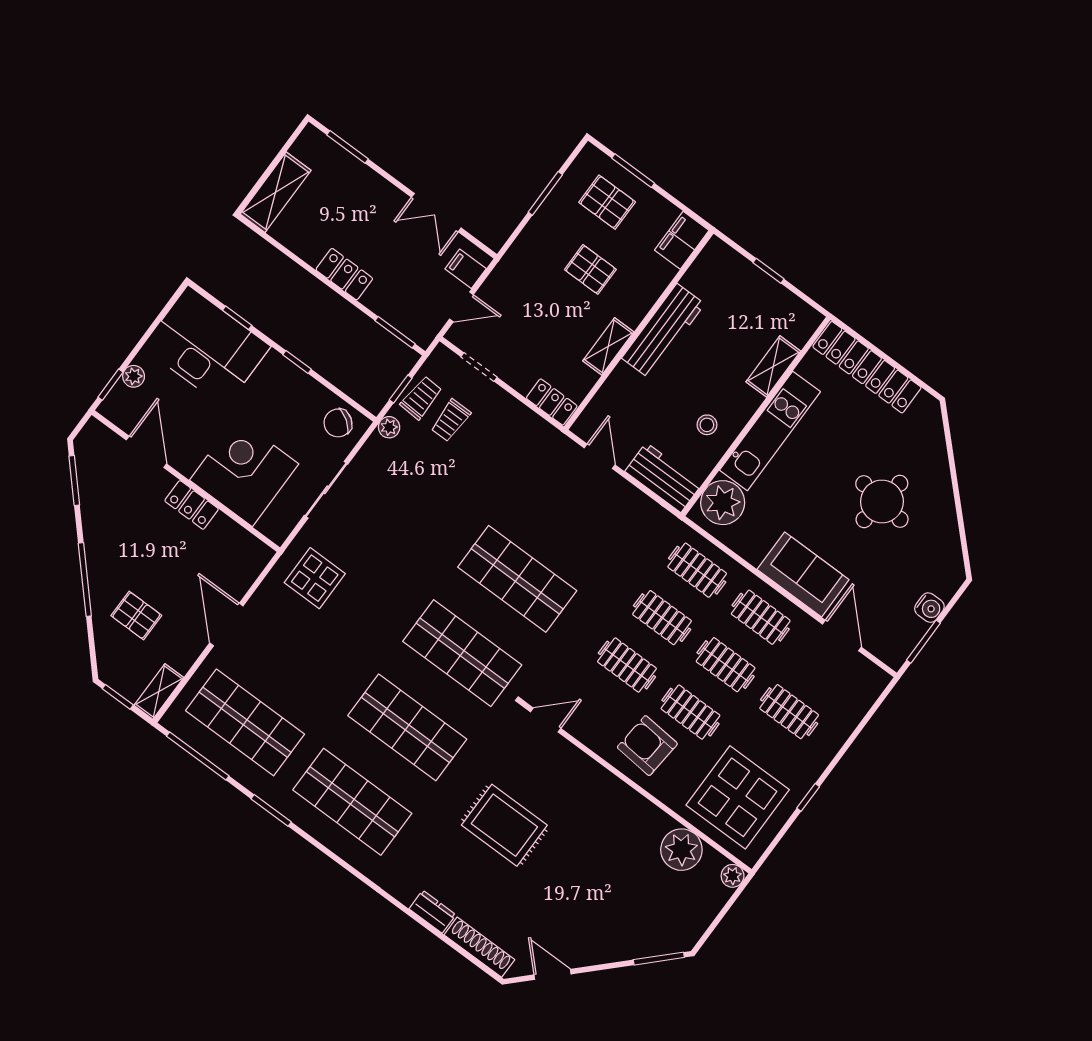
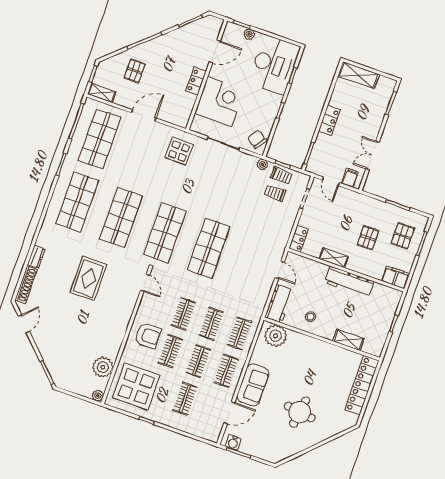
kitchen unit: (770, 431) -> (317, 348), removed
door: (600, 456) -> (280, 270), hinge flipped
water cooler: (929, 608) -> (233, 443), moved
armchair: (647, 746) -> (148, 335), turned 85

